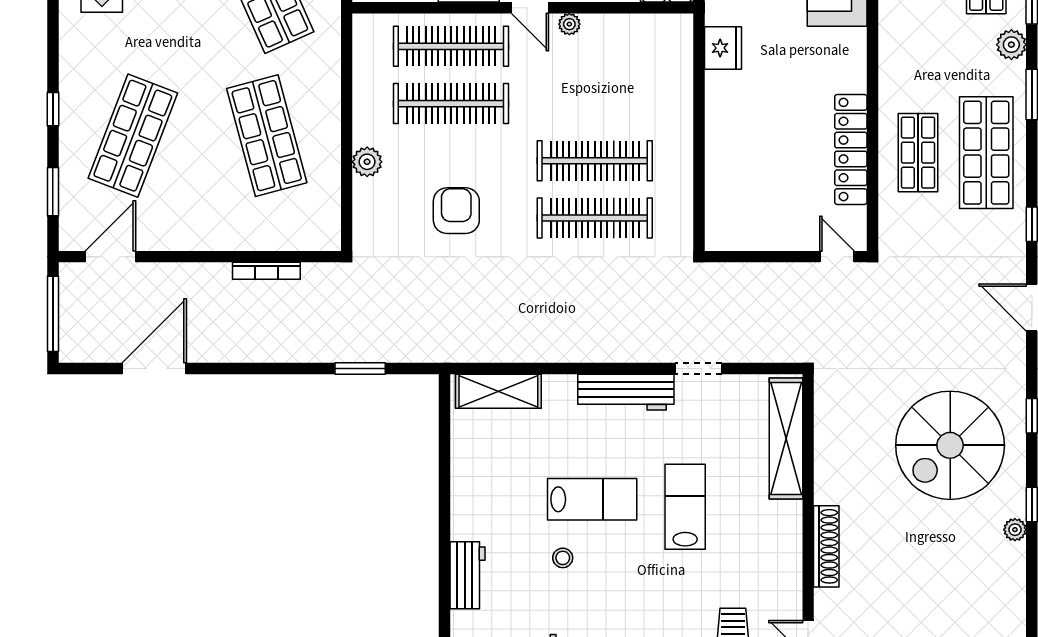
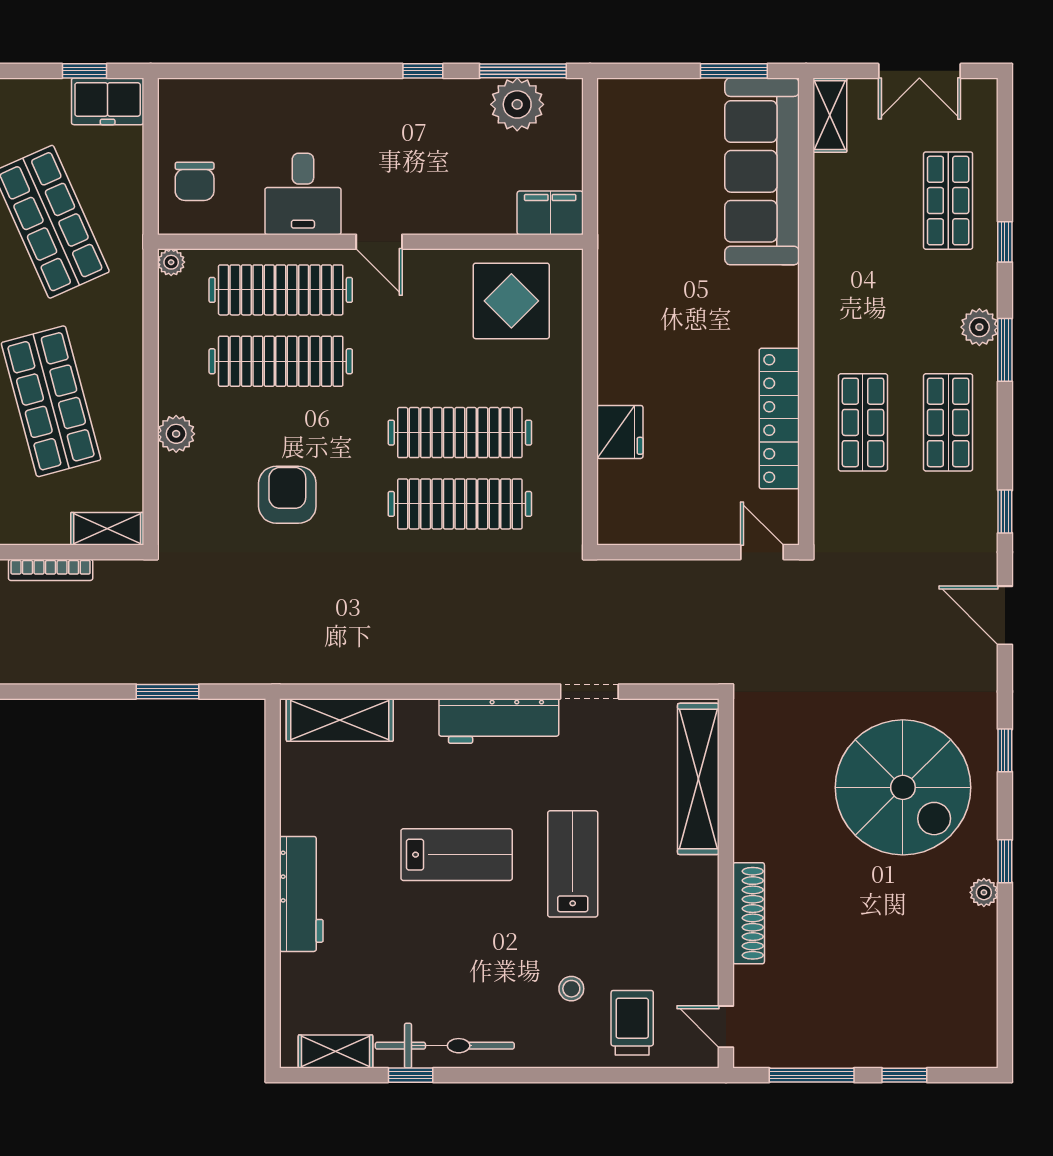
plant: (569, 24) -> (171, 262), moved
plant: (1011, 45) -> (979, 327), moved
fridge: (723, 48) -> (620, 432), moved
display table: (636, 55) -> (511, 301), added
shop shelf: (986, 153) -> (948, 422), width x0.70, depth x0.74
shelving: (312, 238) -> (107, 529), added
spiral stairs: (950, 445) -> (903, 787), turned -90
stool: (563, 558) -> (571, 989), moved
workbench: (467, 575) -> (301, 894), moved, width x1.38

